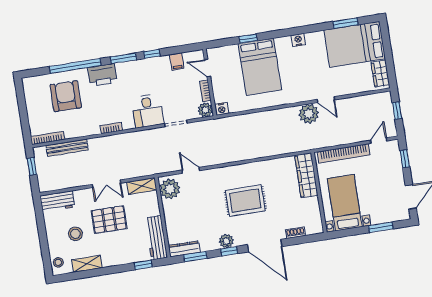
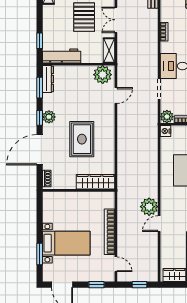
wardrobe: (306, 175) -> (95, 182), moved
wall: (319, 193) -> (79, 190), moved
bed with nightstands: (345, 203) -> (66, 243), moved

